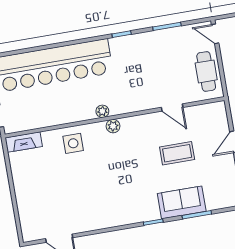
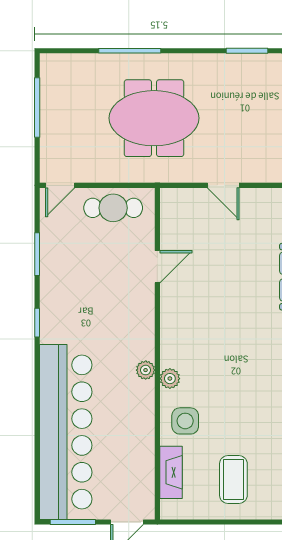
plant: (113, 126) -> (170, 379), moved
fireplace: (24, 142) -> (171, 472), moved
coffee table: (177, 153) -> (233, 480), moved

